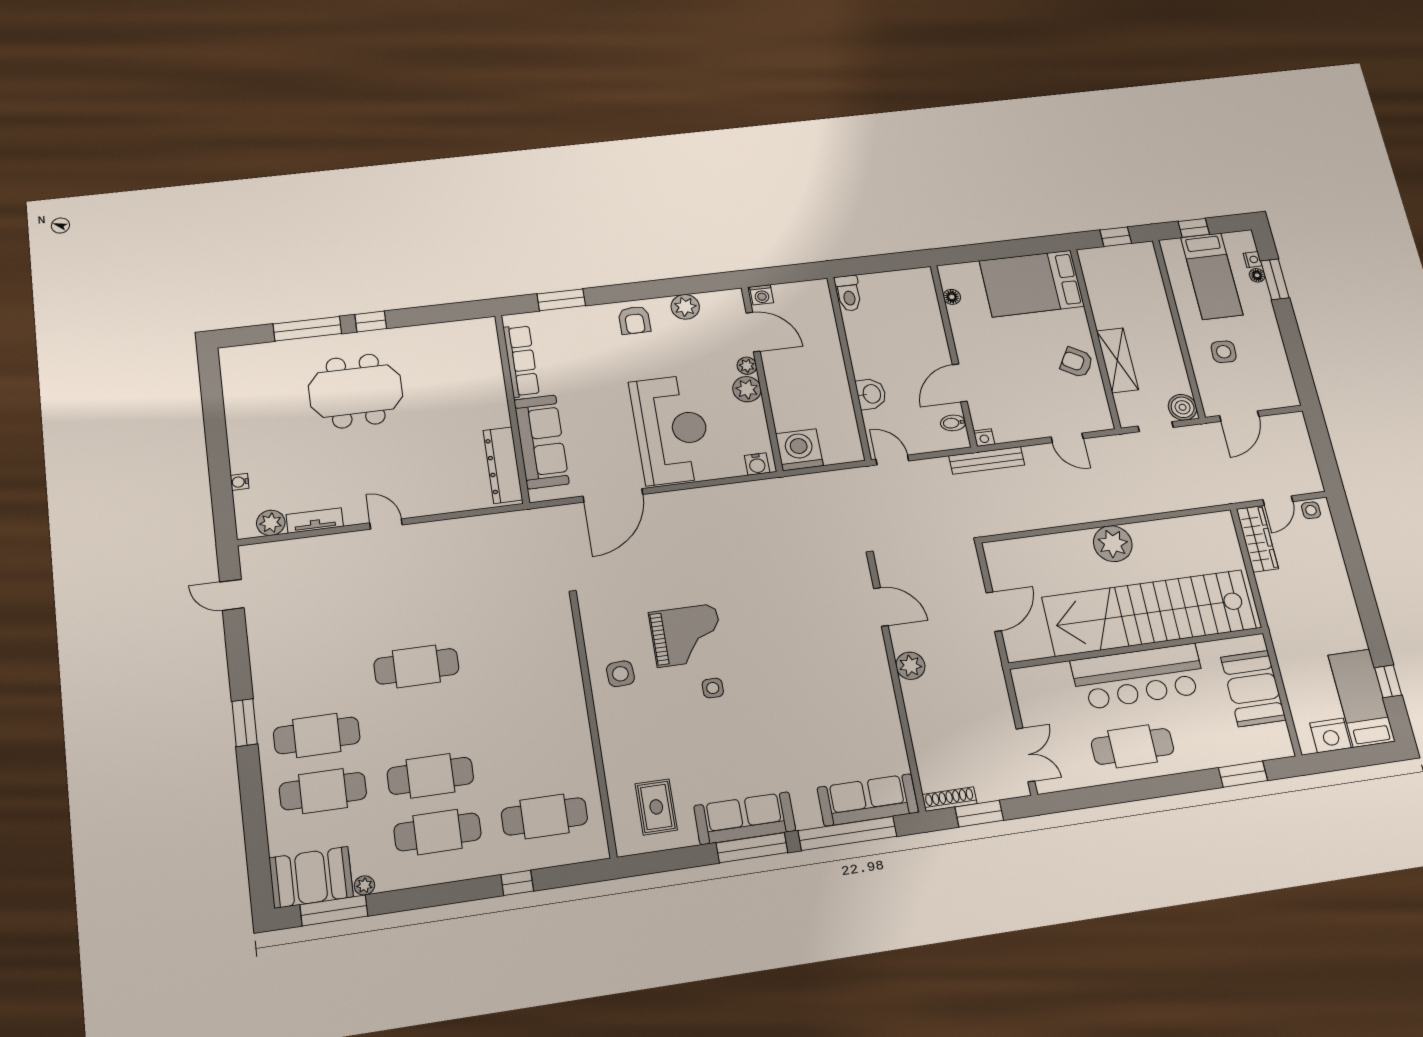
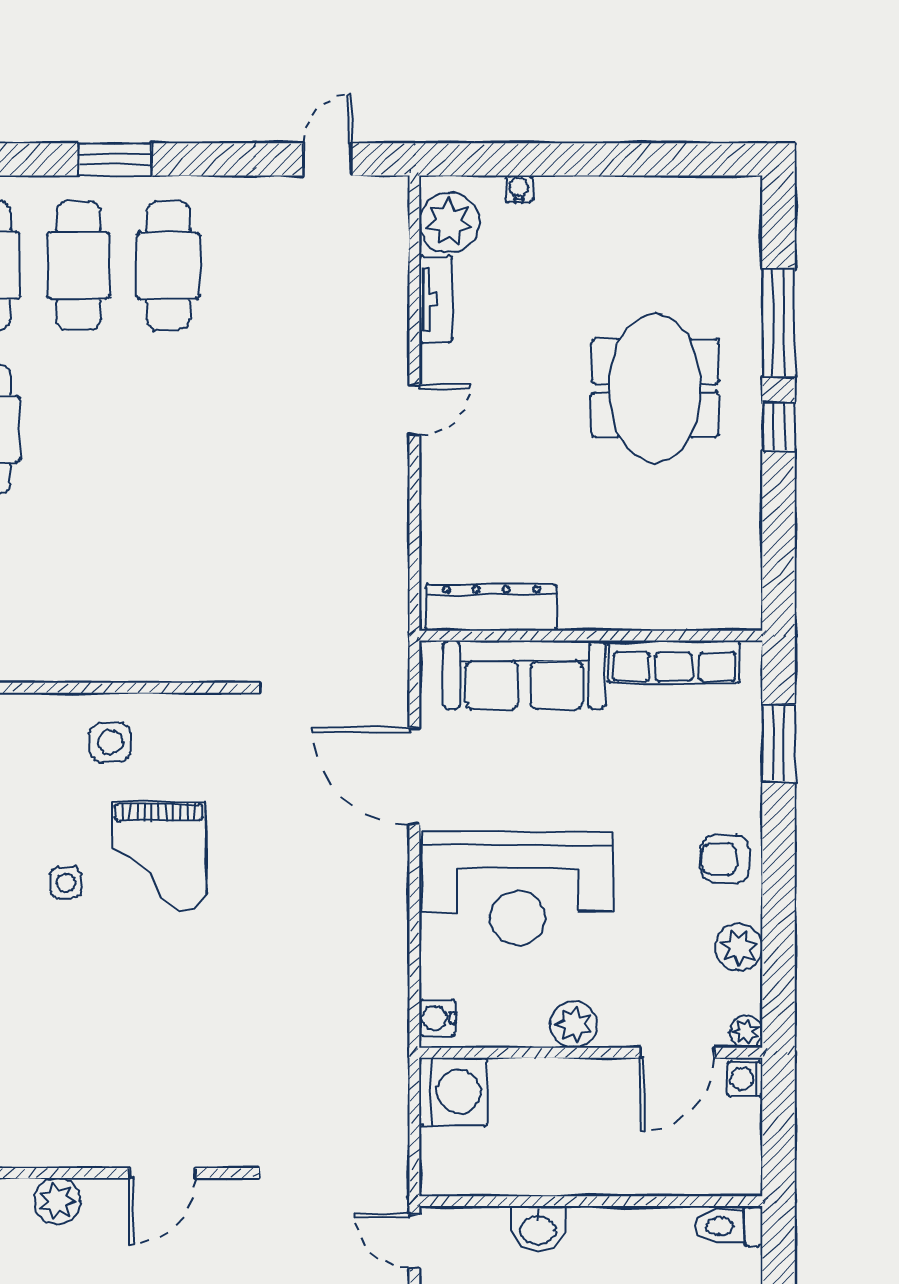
plant: (747, 366) -> (746, 1032), moved
door: (892, 460) -> (414, 1241), swing flipped
plant: (271, 523) -> (449, 223), width x1.36, depth x1.36
cafe table: (416, 666) -> (168, 266), moved

